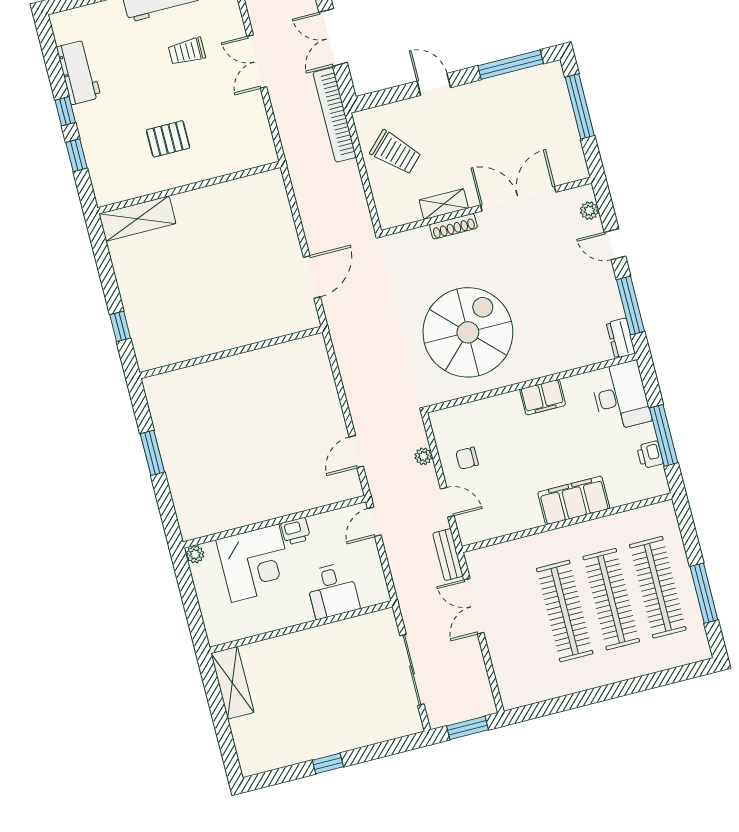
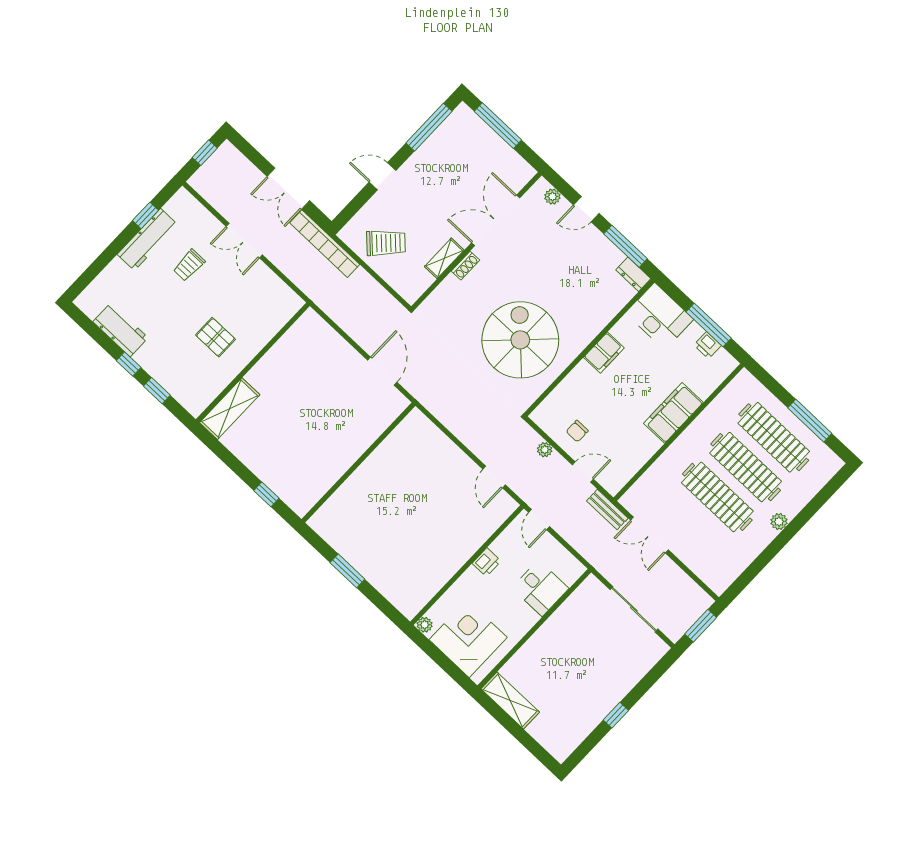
pallet: (168, 139) -> (215, 337), turned 90
shoe rack: (453, 226) -> (465, 266), width x0.70
corner desk: (255, 563) -> (468, 639), moved, turned -90
plant: (610, 674) -> (779, 522), added

